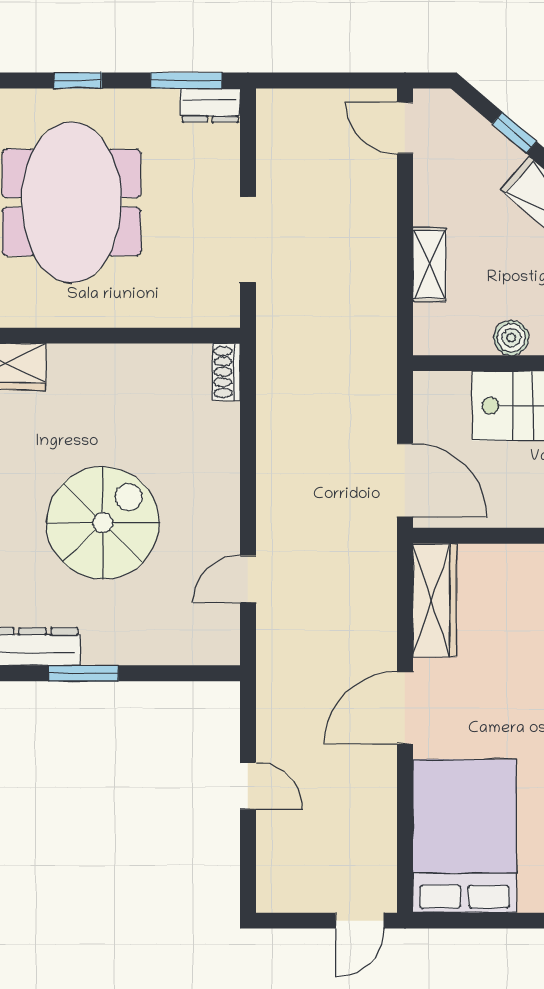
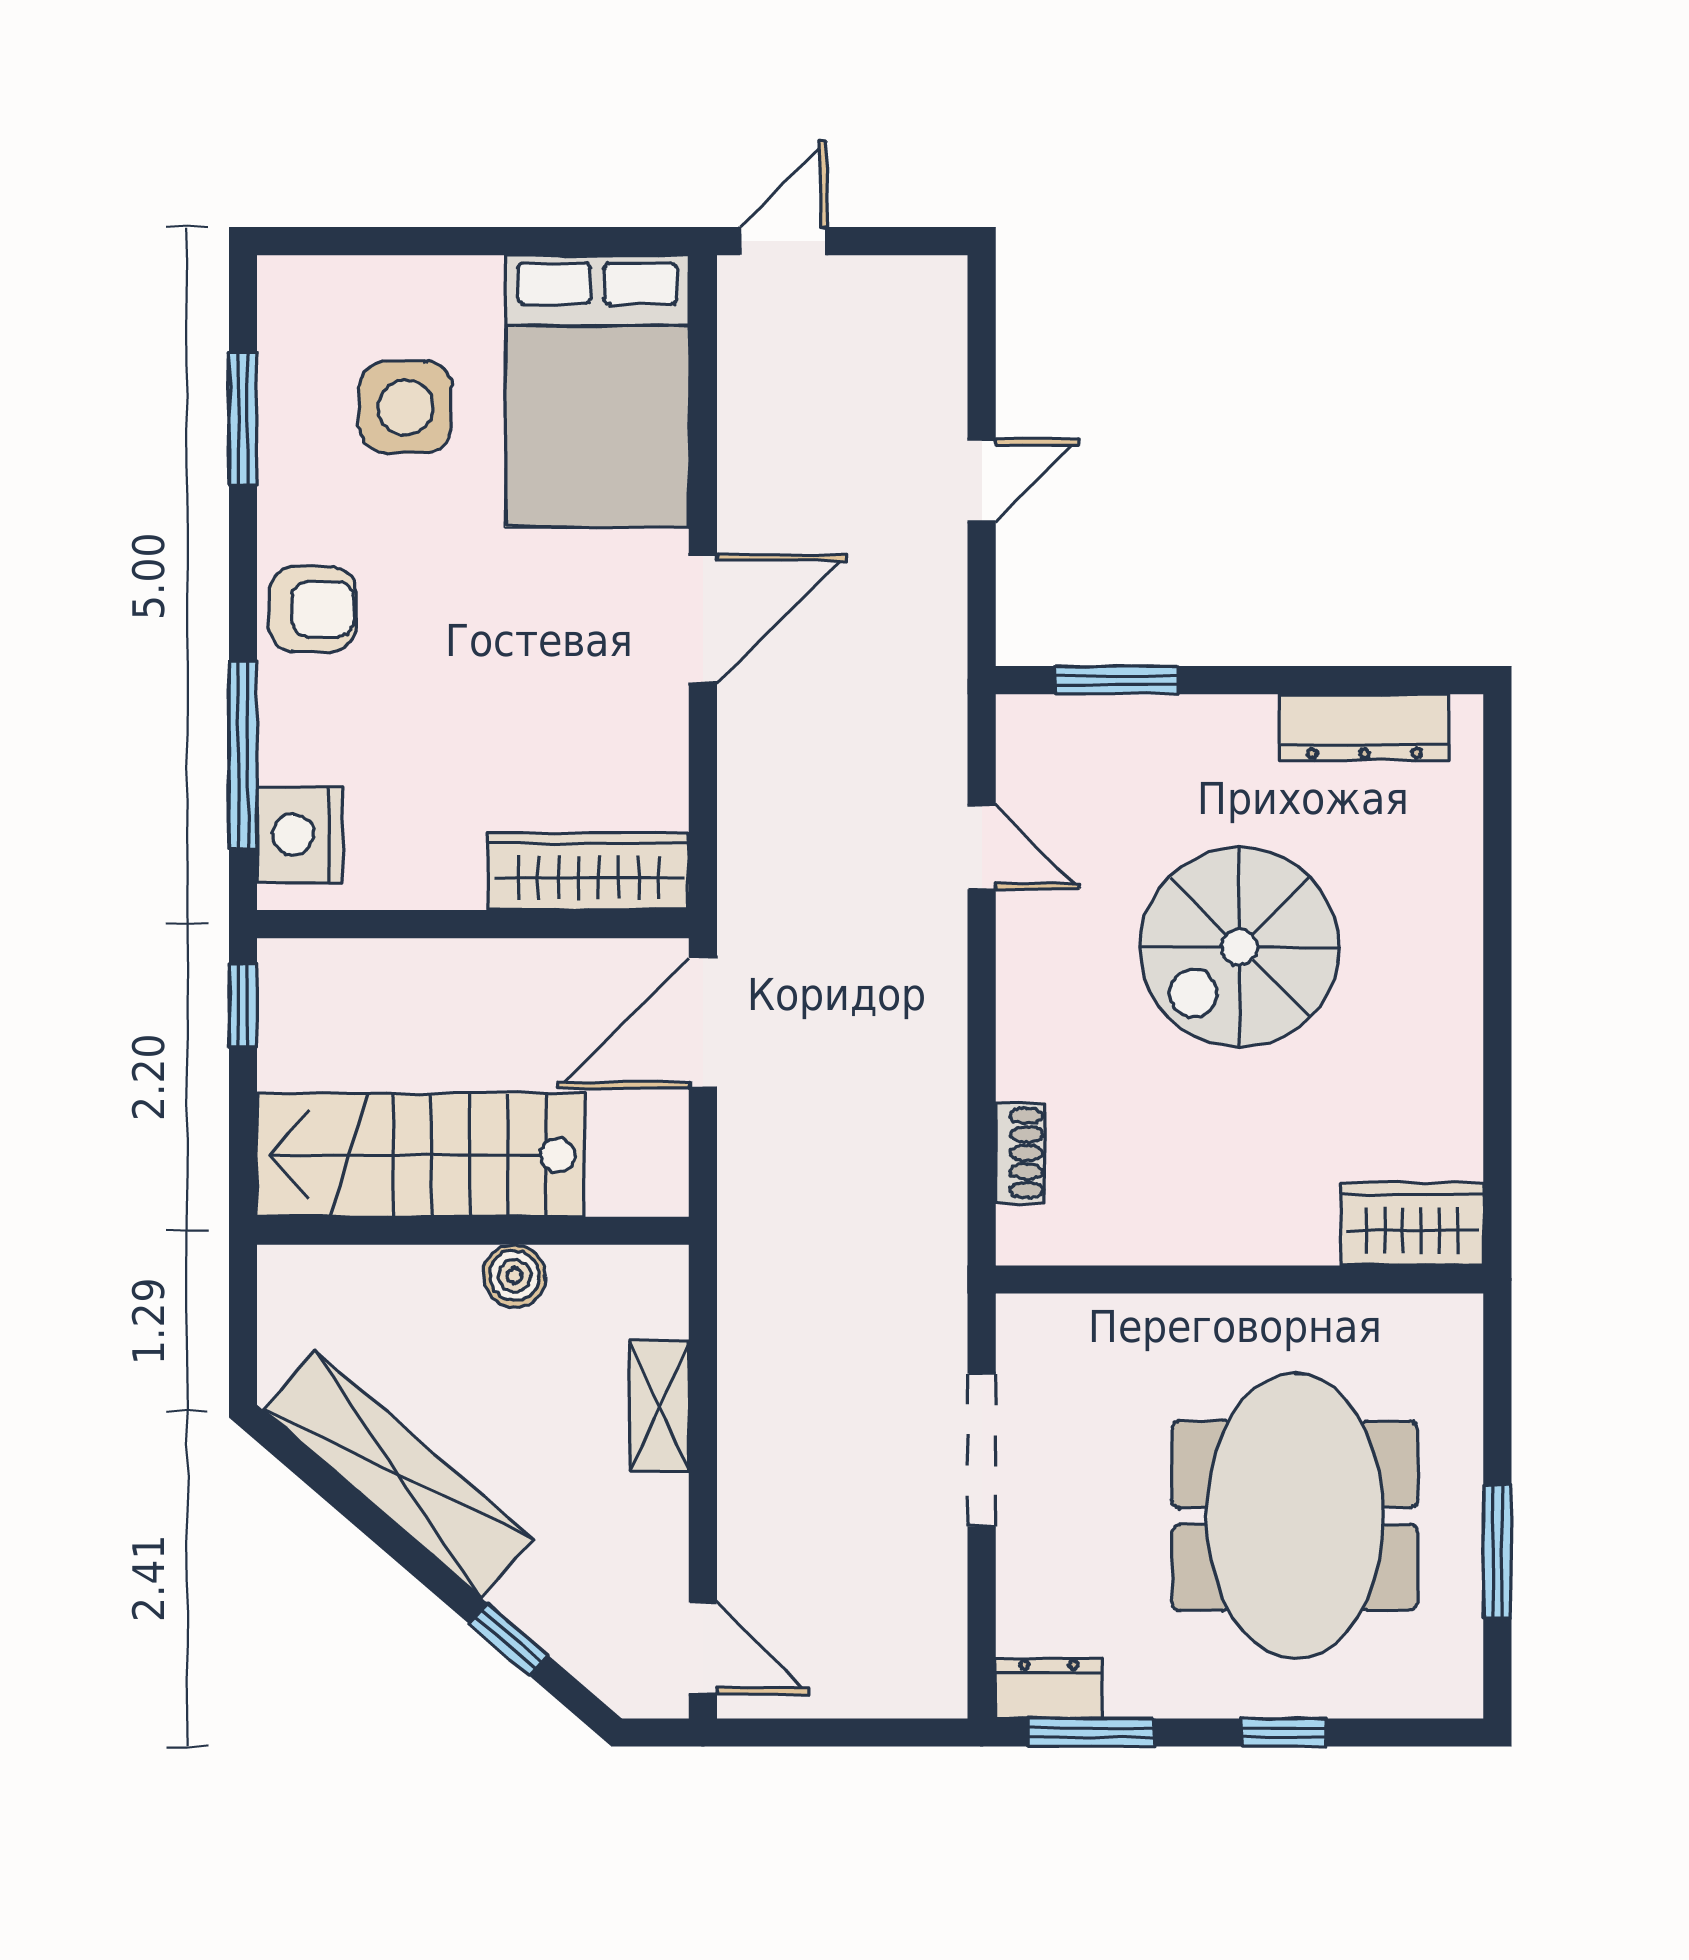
shoe rack: (226, 372) -> (1020, 1153), moved
door: (405, 480) -> (703, 1023), hinge flipped
door: (248, 579) -> (982, 847), hinge flipped
wardrobe: (435, 600) -> (589, 871), moved, turned 90
window: (84, 673) -> (1116, 680), moved
door: (248, 786) -> (982, 480), swing flipped

